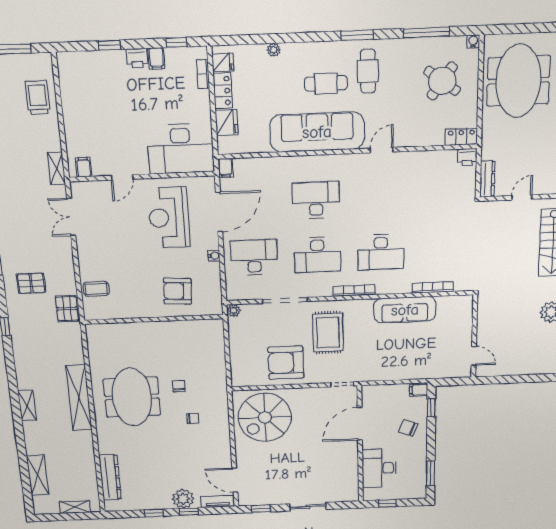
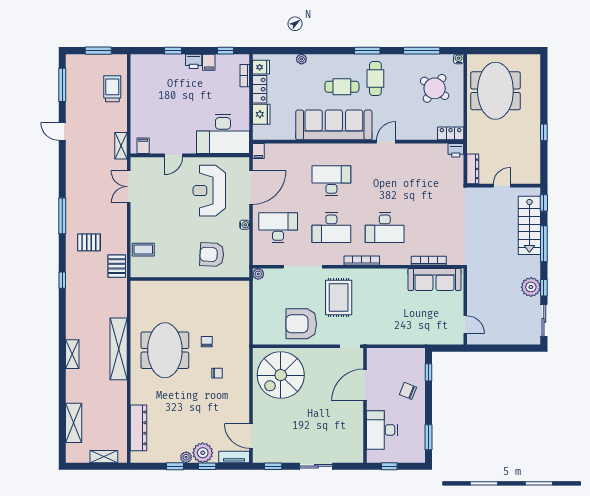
sofa: (405, 310) -> (434, 280), moved
filing cabinet: (419, 390) -> (417, 355), removed
plant: (165, 504) -> (186, 457), added

